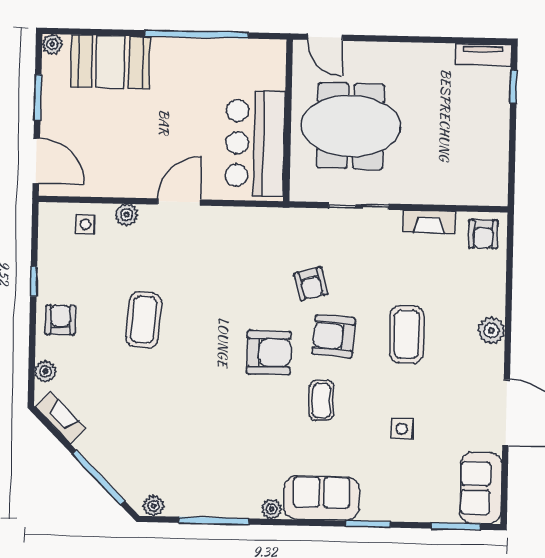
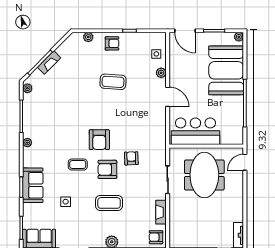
booth: (110, 62) -> (226, 70), width x1.36, depth x1.42
door: (36, 161) -> (185, 31), hinge flipped
armchair: (311, 284) -> (131, 158), turned 103
armchair: (334, 336) -> (107, 169), turned -94
fireplace: (61, 418) -> (49, 63), moved
sofa: (321, 498) -> (33, 185), moved

